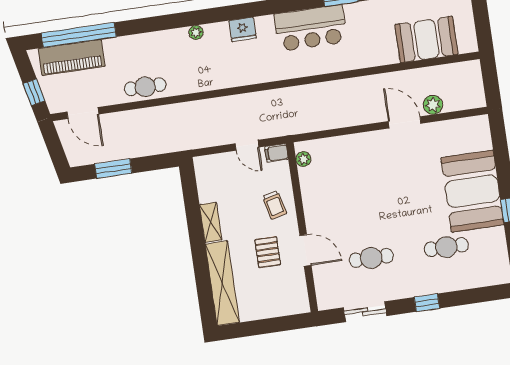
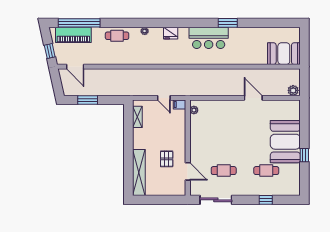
booth: (426, 39) -> (284, 54), moved
cafe table: (145, 87) -> (117, 36), moved
plant: (433, 105) -> (293, 90), moved
trolley: (274, 205) -> (174, 133), removed
shelving: (211, 222) -> (137, 117), moved
door: (305, 250) -> (188, 171), moved
window: (427, 303) -> (266, 200), moved
sliding door: (365, 312) -> (216, 200), width x1.37

